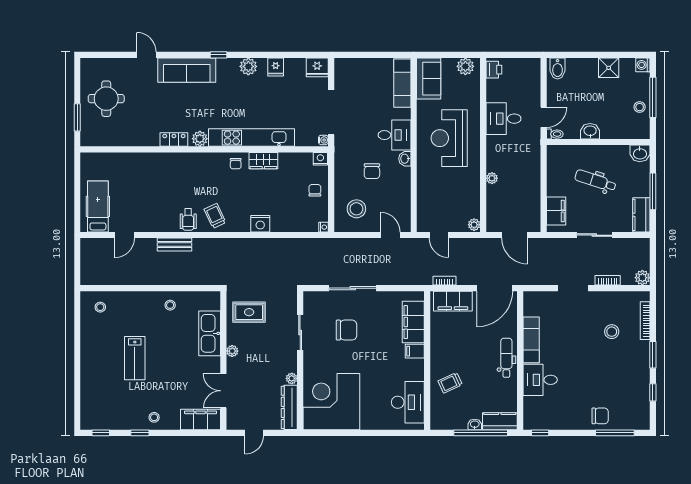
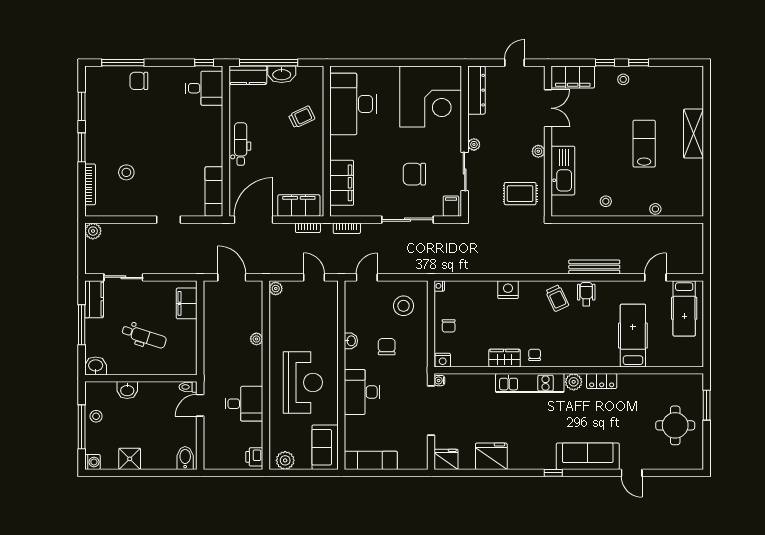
plant: (248, 66) -> (521, 460), removed
fridge: (276, 67) -> (491, 456), width x1.88, depth x1.34
exam couch: (402, 83) -> (371, 460), moved, turned -90
washbasin: (590, 131) -> (127, 390), moved
desk: (395, 135) -> (362, 392), width x1.37
kitchen unit: (252, 138) -> (530, 383), width x0.73
washbasin: (405, 159) -> (351, 341), moved
hospital bed: (145, 181) -> (633, 336), added
door: (390, 235) -> (367, 277), swing flipped
sliding door: (594, 235) -> (123, 277), moved
bench: (174, 245) -> (594, 267), width x1.36
bookcase: (608, 280) -> (347, 228), moved
doorway: (573, 288) -> (168, 220), width x0.73
stool: (100, 307) -> (655, 209), moved
exam couch: (531, 340) -> (214, 192), moved
filing cabinet: (415, 351) -> (451, 206), moved, turned -90
dental chair: (506, 358) -> (241, 144), turned 180
shelving: (89, 367) -> (694, 134), added
plant: (292, 378) -> (474, 144), moved
desk: (540, 380) -> (204, 88), moved
window: (653, 392) -> (82, 106), width x1.50
desk: (408, 402) -> (353, 104), width x1.36, depth x1.30
washbasin: (475, 424) -> (282, 74), width x1.91, depth x1.45
window: (101, 433) -> (605, 63), moved

